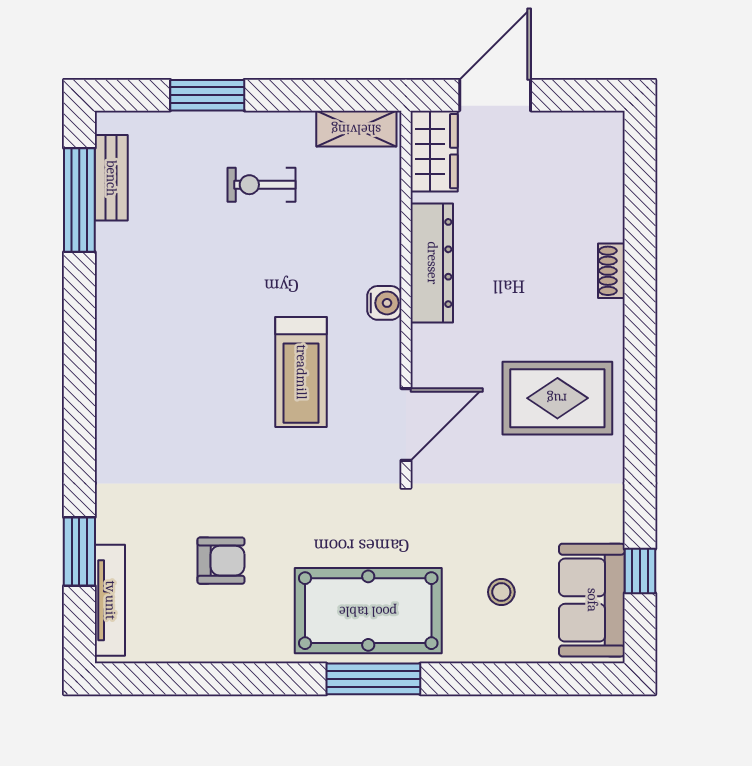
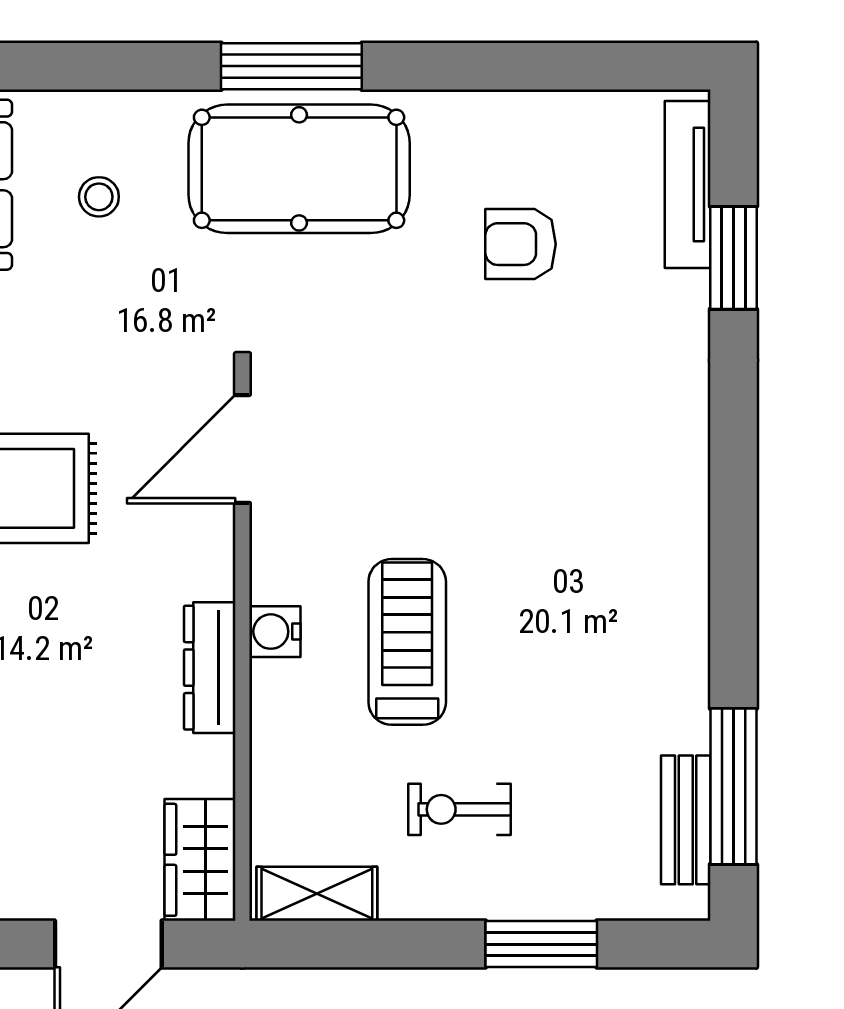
exercise bike: (262, 185) -> (460, 809), turned 180
dresser: (432, 263) -> (210, 668), width x0.73, depth x0.80
treadmill: (301, 372) -> (407, 642), moved

